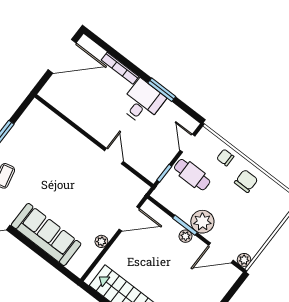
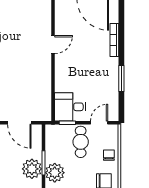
desk: (142, 102) -> (70, 107), moved, turned 180
door: (114, 156) -> (53, 45), moved
plant: (186, 236) -> (32, 169), width x1.88, depth x1.88

